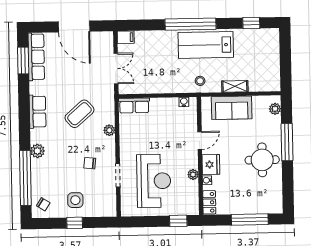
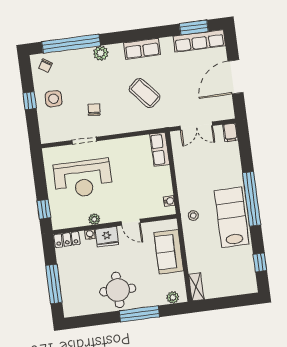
shelving: (235, 86) -> (196, 287), moved
plant: (109, 130) -> (131, 126), removed

